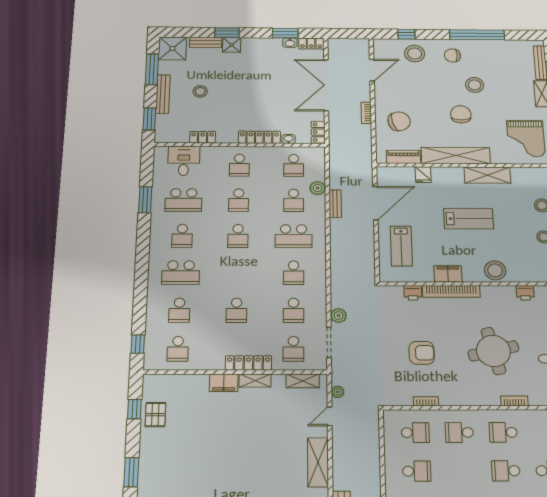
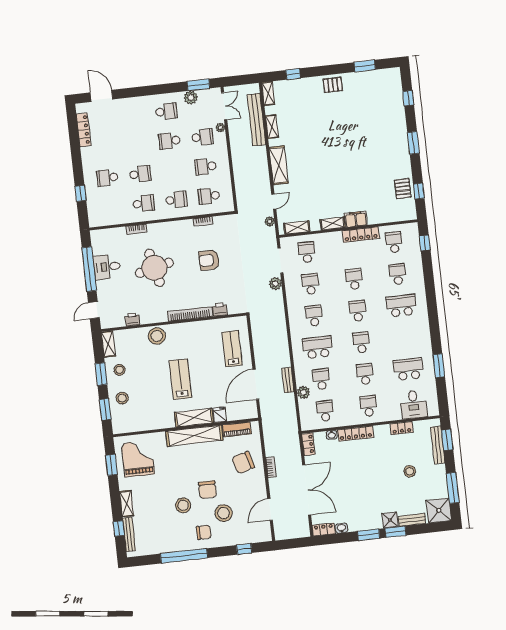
window: (285, 33) -> (369, 535), moved
stool: (415, 54) -> (224, 513), moved
bench: (163, 94) -> (438, 445), moved
chair: (461, 114) -> (207, 490), moved
shelving: (487, 175) -> (194, 418), moved
lab bench: (468, 219) -> (180, 379), turned 90
school desk: (182, 236) -> (358, 311), moved
filing cabinet: (448, 274) -> (194, 329), removed
locker: (248, 363) -> (361, 235), moved

